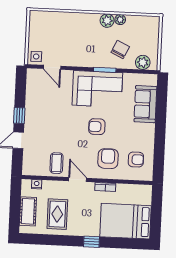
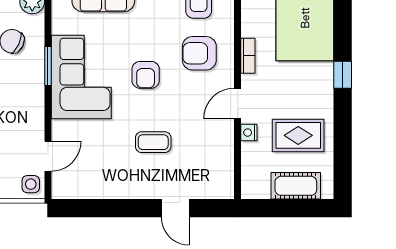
window: (19, 115) -> (133, 208), removed
coffee table: (57, 163) -> (153, 142), moved
nightstand: (37, 184) -> (249, 133), moved

